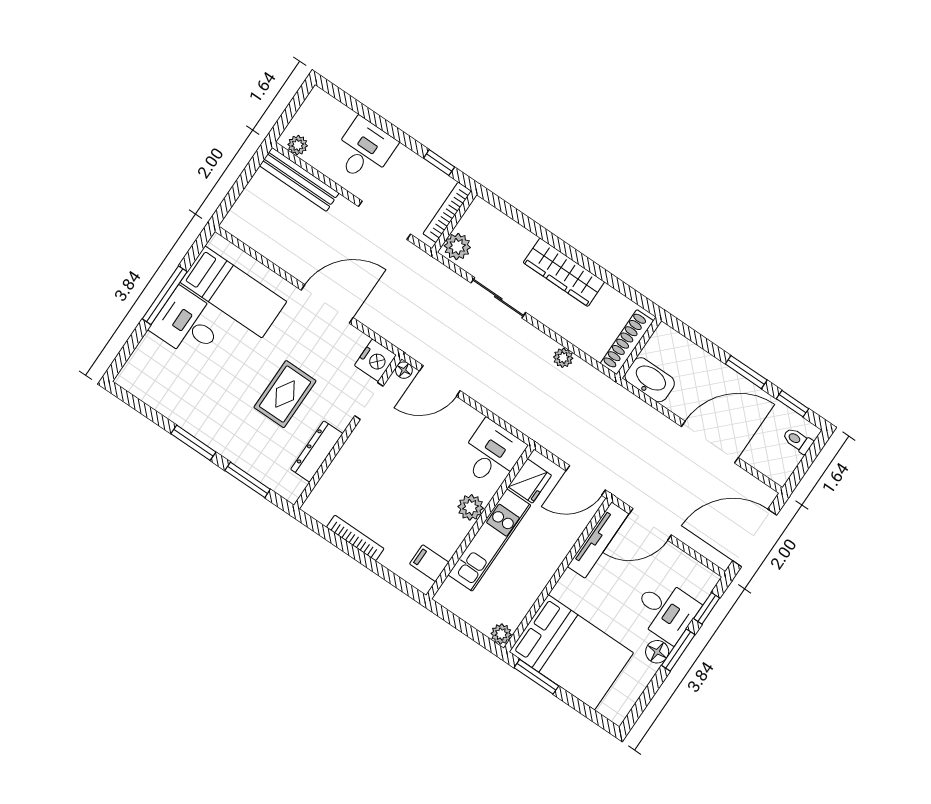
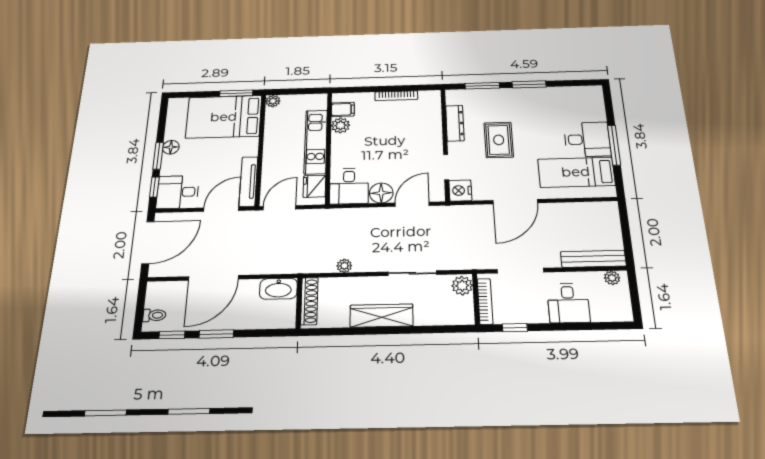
floor lamp: (404, 370) -> (381, 193), moved, width x1.89, depth x1.89
plant: (471, 507) -> (341, 125), moved
desk: (666, 610) -> (178, 192), moved

